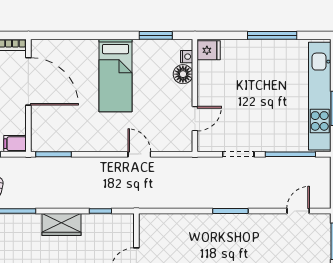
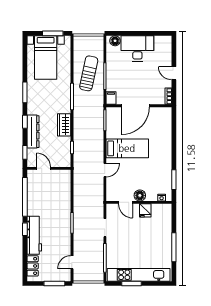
fridge: (209, 50) -> (145, 210), moved
floor lamp: (183, 74) -> (140, 195), moved
bed: (116, 76) -> (127, 148), moved, turned 180
door: (28, 81) -> (135, 106), moved
door: (298, 211) -> (72, 262), swing flipped

